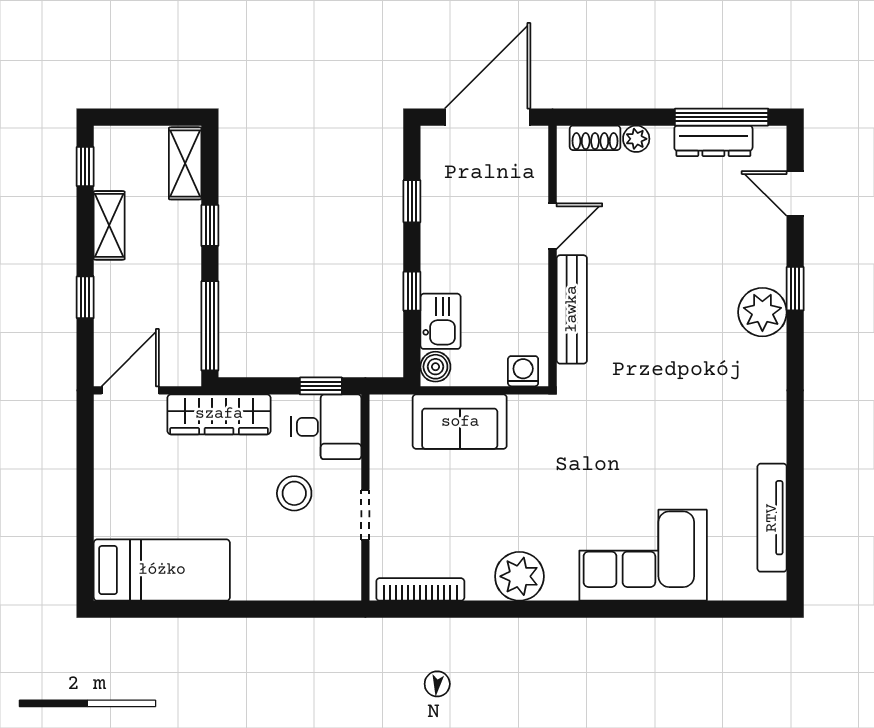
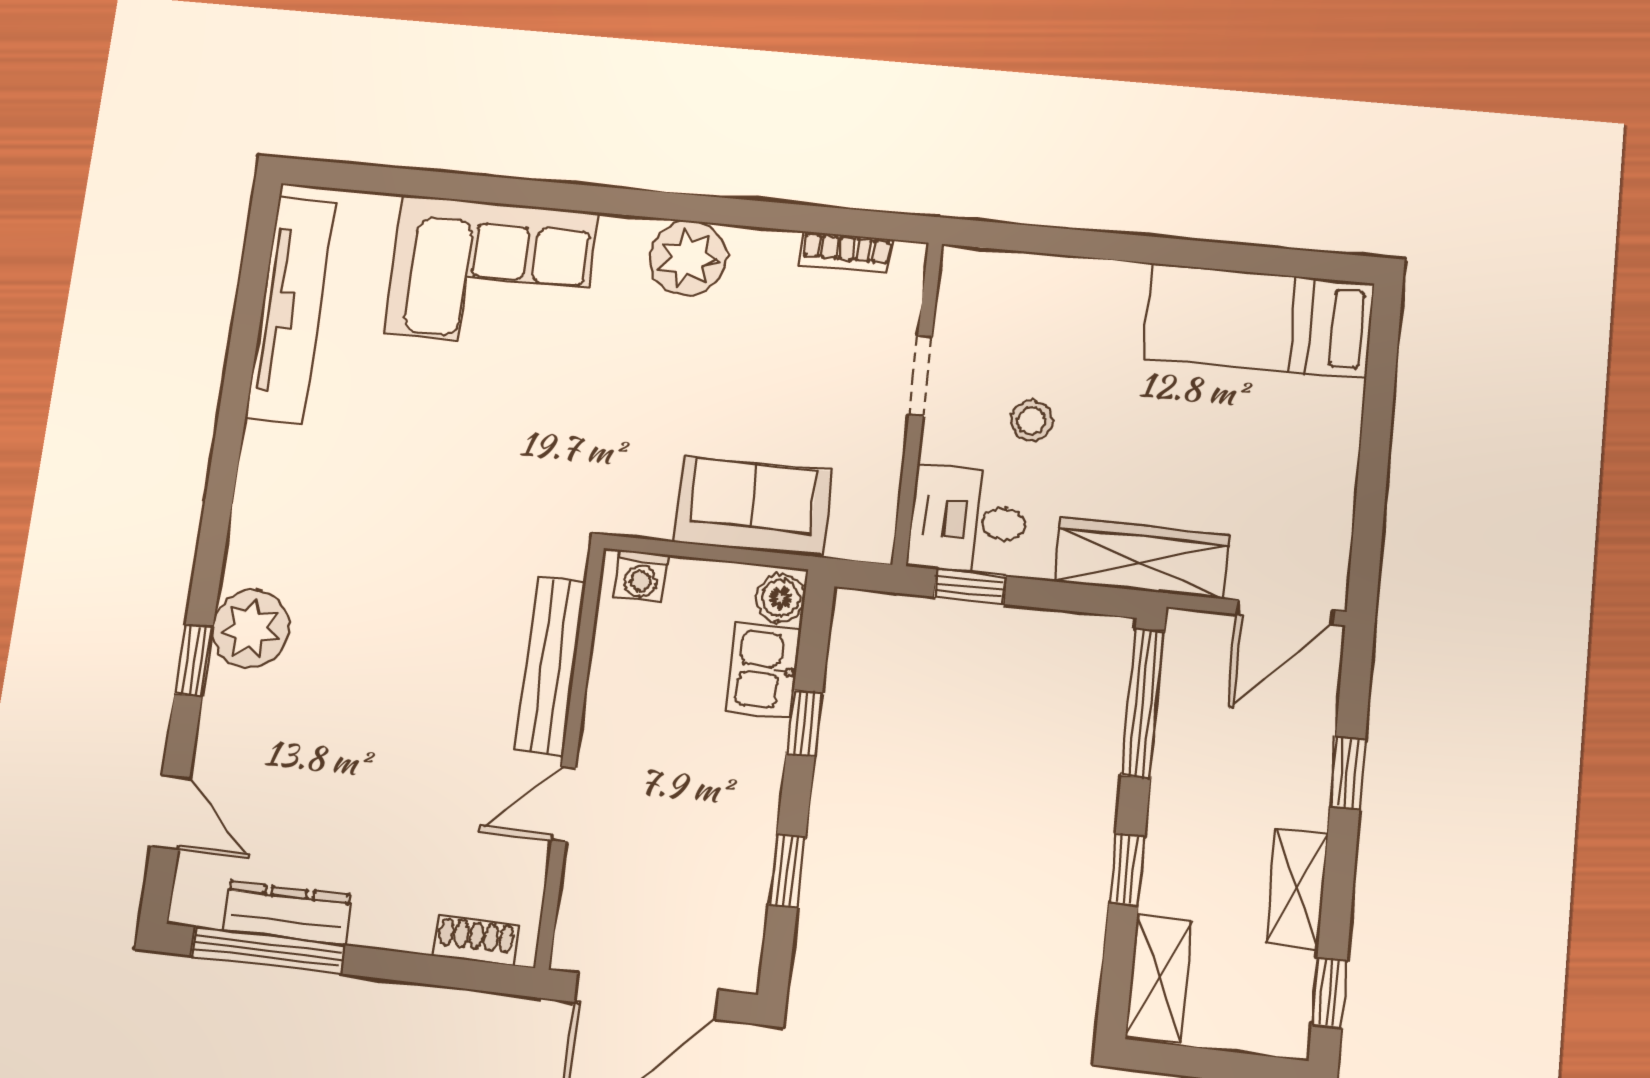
plant: (636, 139) -> (410, 931), removed
stool: (294, 493) -> (1031, 421), width x0.73, depth x0.73
tv unit: (772, 518) -> (291, 311), width x1.36, depth x1.29
bookcase: (420, 589) -> (846, 252), width x0.64

